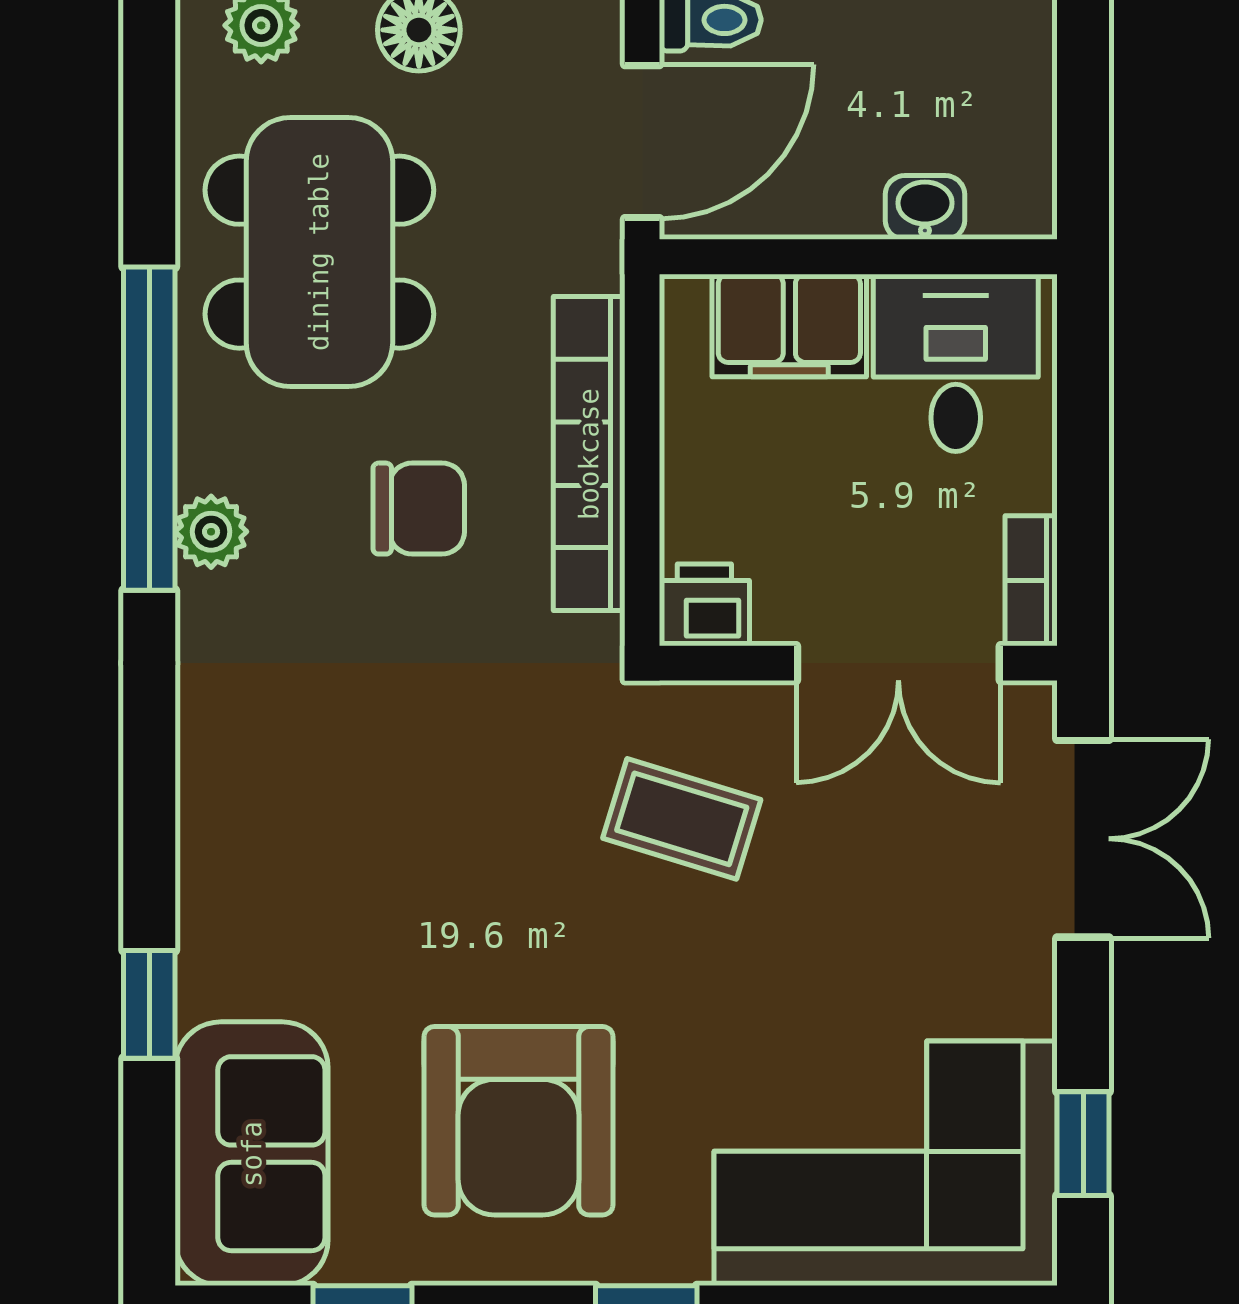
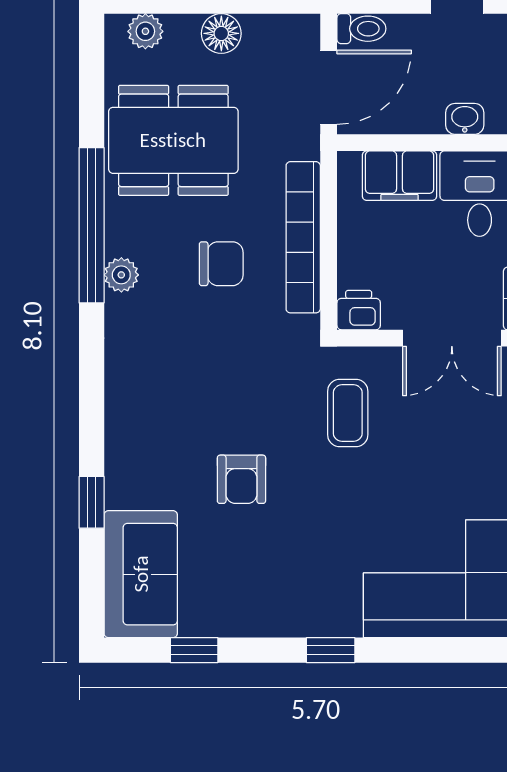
dining table: (319, 252) -> (173, 140), turned 90
coffee table: (682, 819) -> (348, 413), turned 73
armchair: (518, 1121) -> (241, 479), moved, width x0.53, depth x0.53

